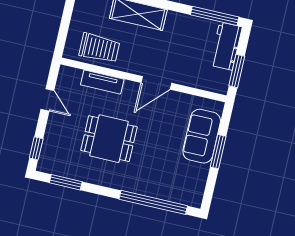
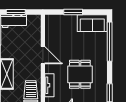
window: (237, 71) -> (16, 12), moved
sofa: (202, 136) -> (92, 23), moved

